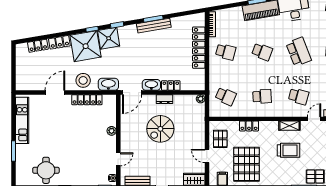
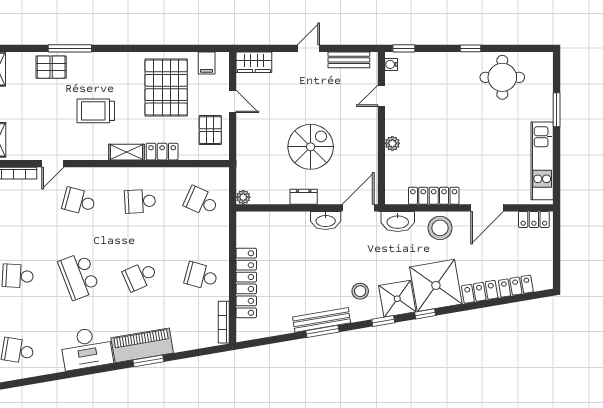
stool: (131, 43) -> (360, 291), added
school desk: (262, 52) -> (140, 276), turned -45
locker: (171, 85) -> (534, 220), moved
shelving: (289, 126) -> (126, 152), moved

